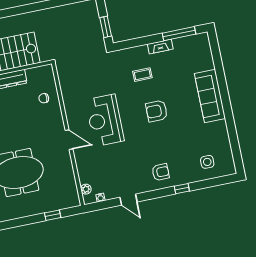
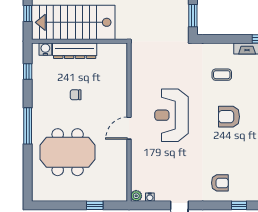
chair: (44, 98) -> (76, 95), moved
door: (69, 140) -> (129, 128), swing flipped
plant: (86, 189) -> (136, 196), moved

